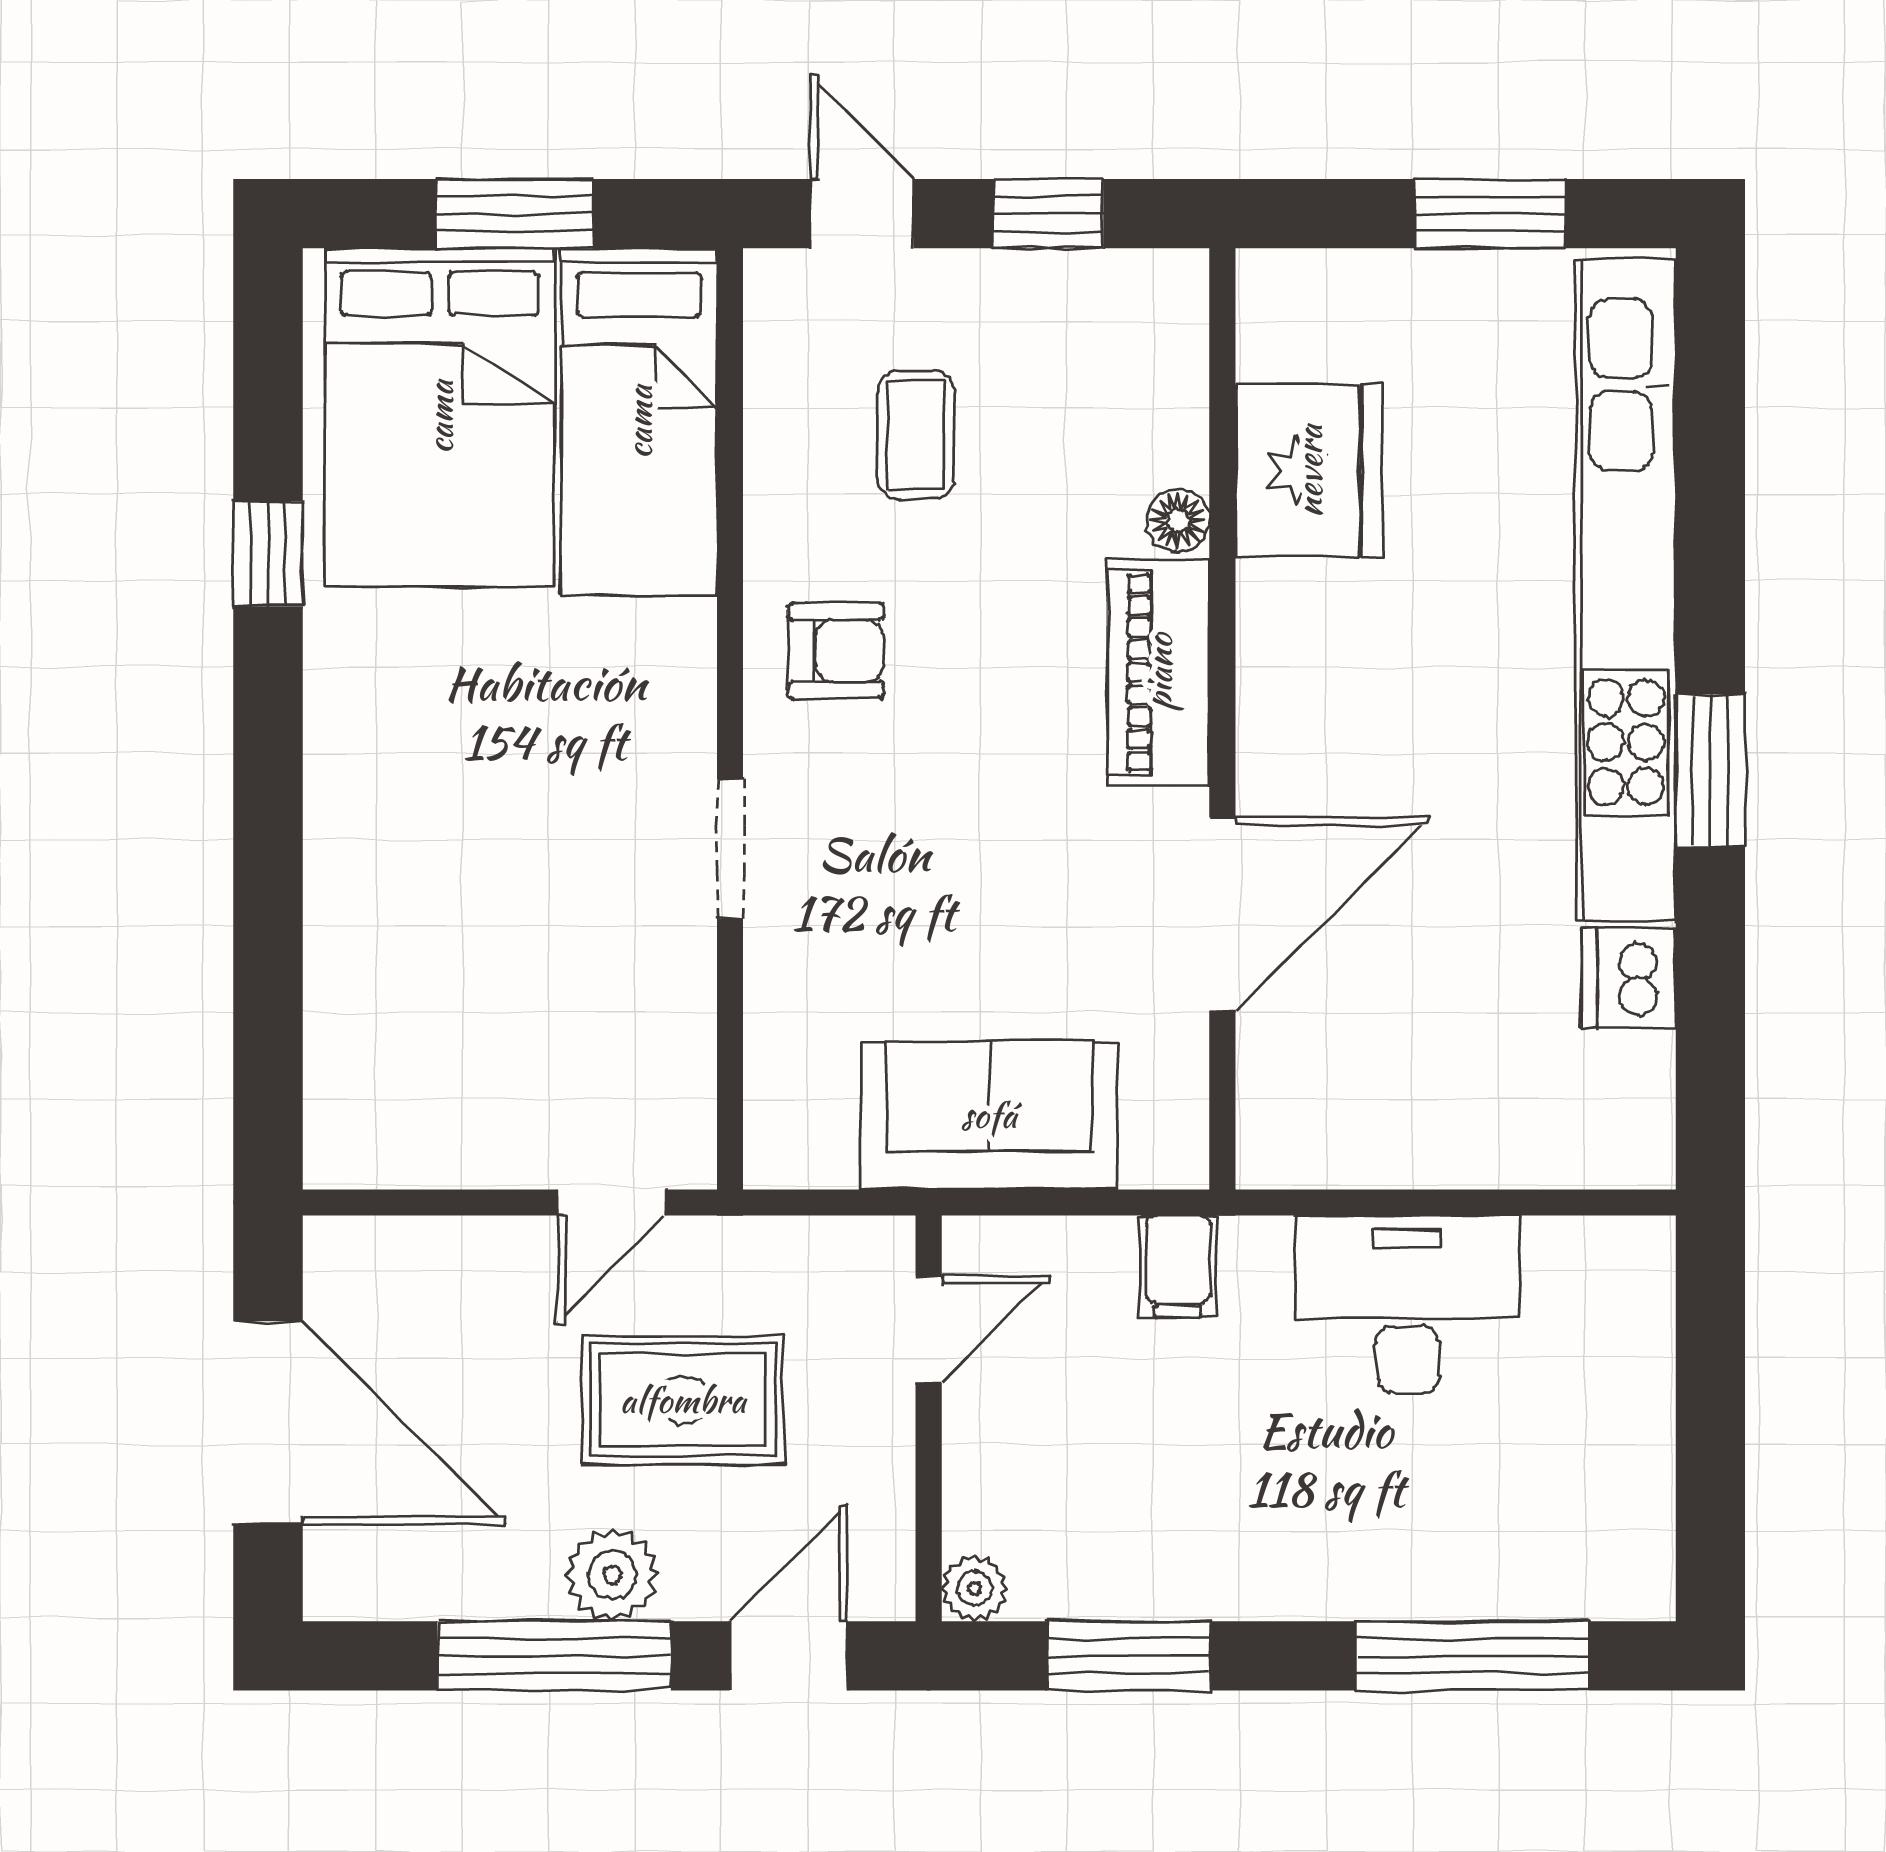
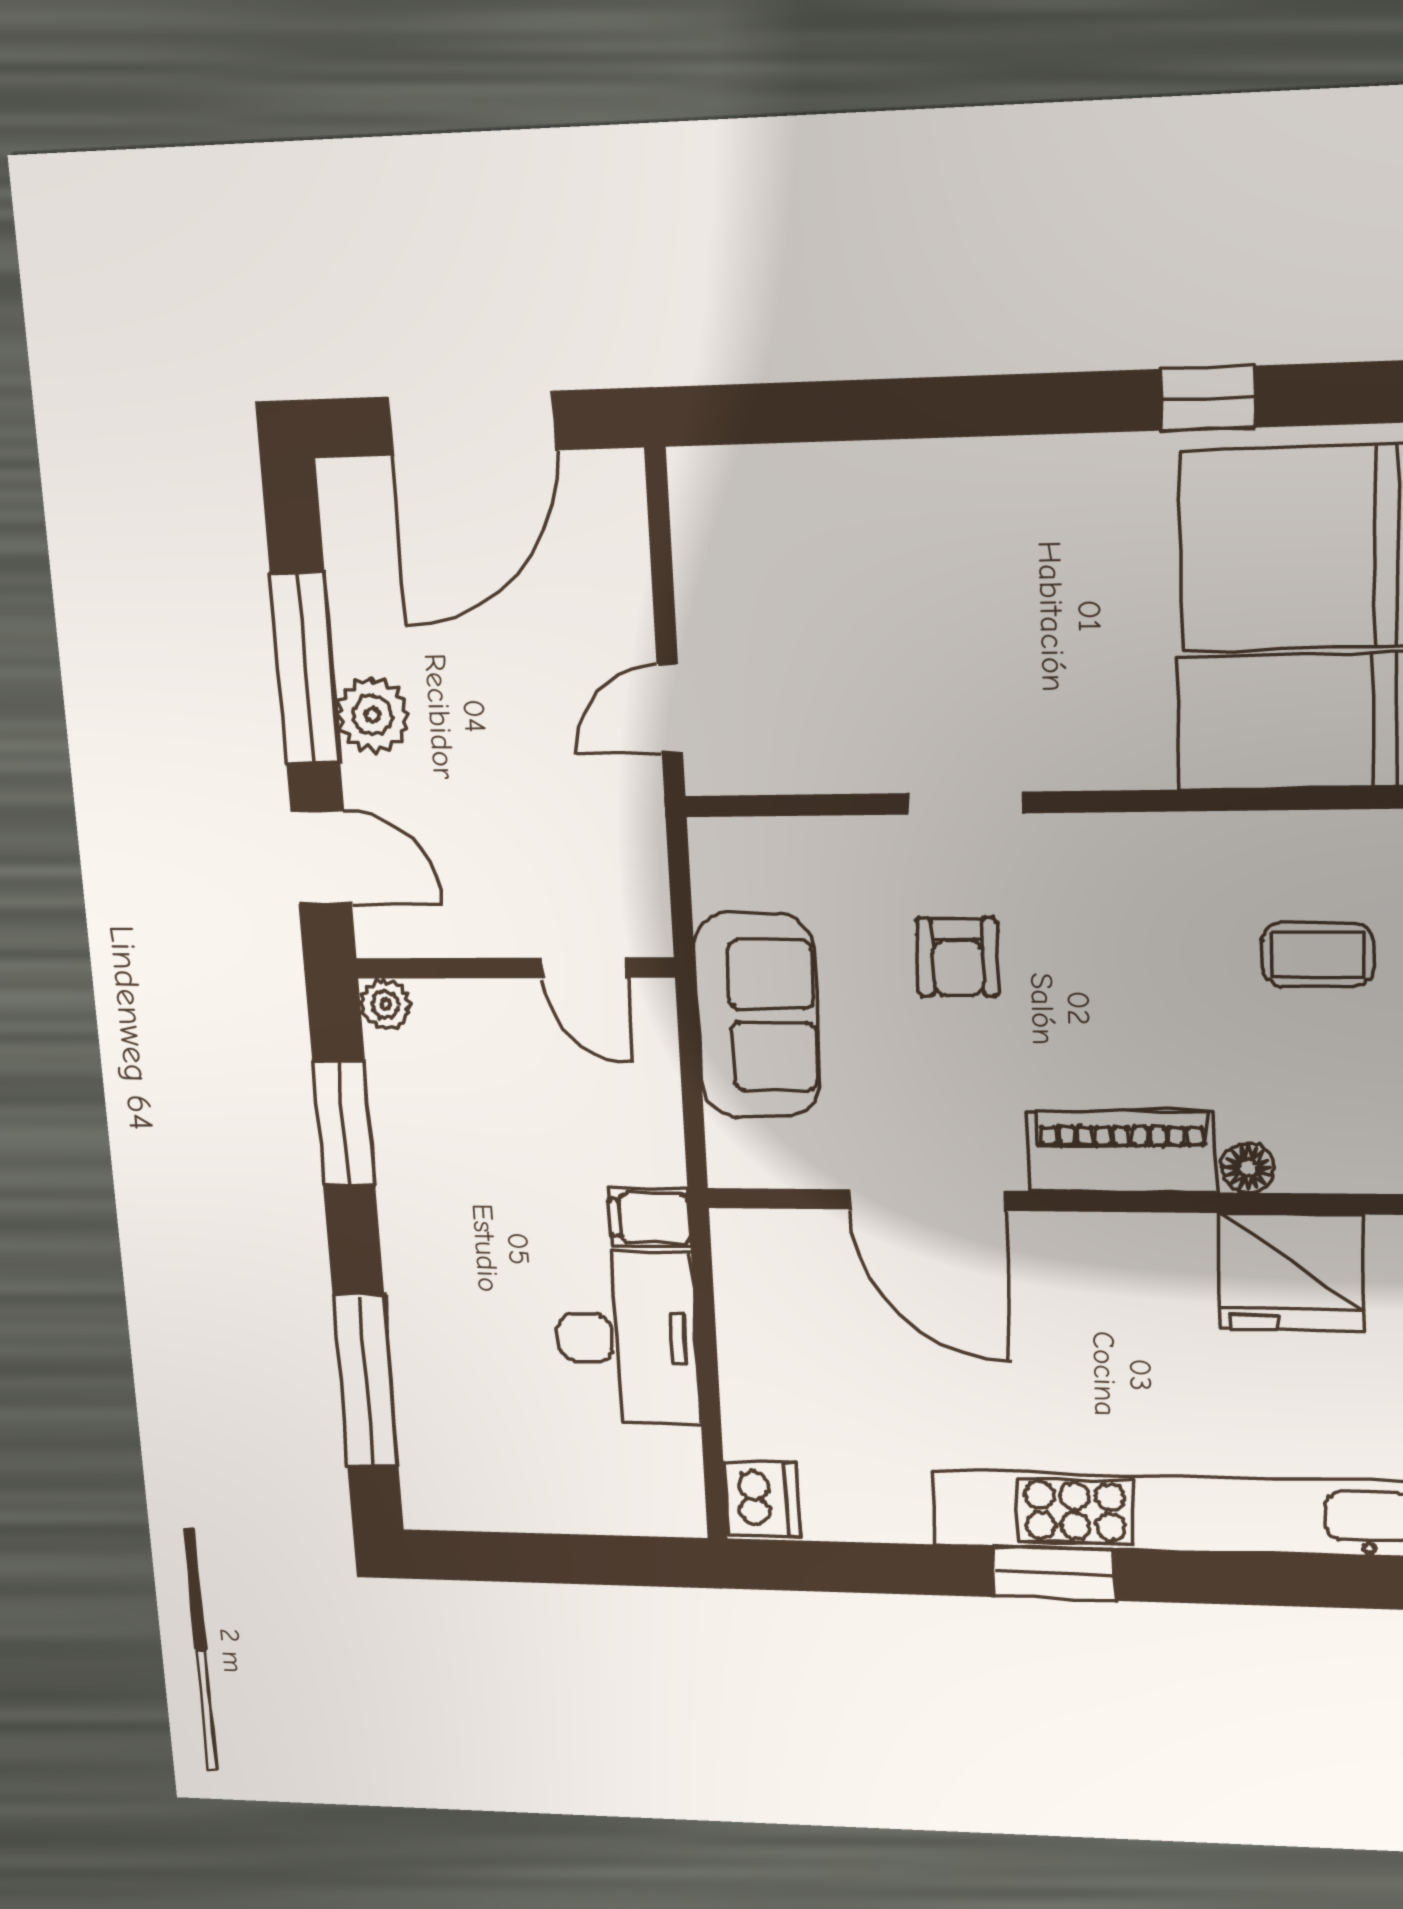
armchair: (836, 651) -> (958, 957), moved
dishwasher: (1629, 978) -> (761, 1499), moved, turned 90
door: (611, 1203) -> (670, 709), hinge flipped
filing cabinet: (1178, 1266) -> (649, 1218), moved
rug: (683, 1400) -> (515, 770), removed

